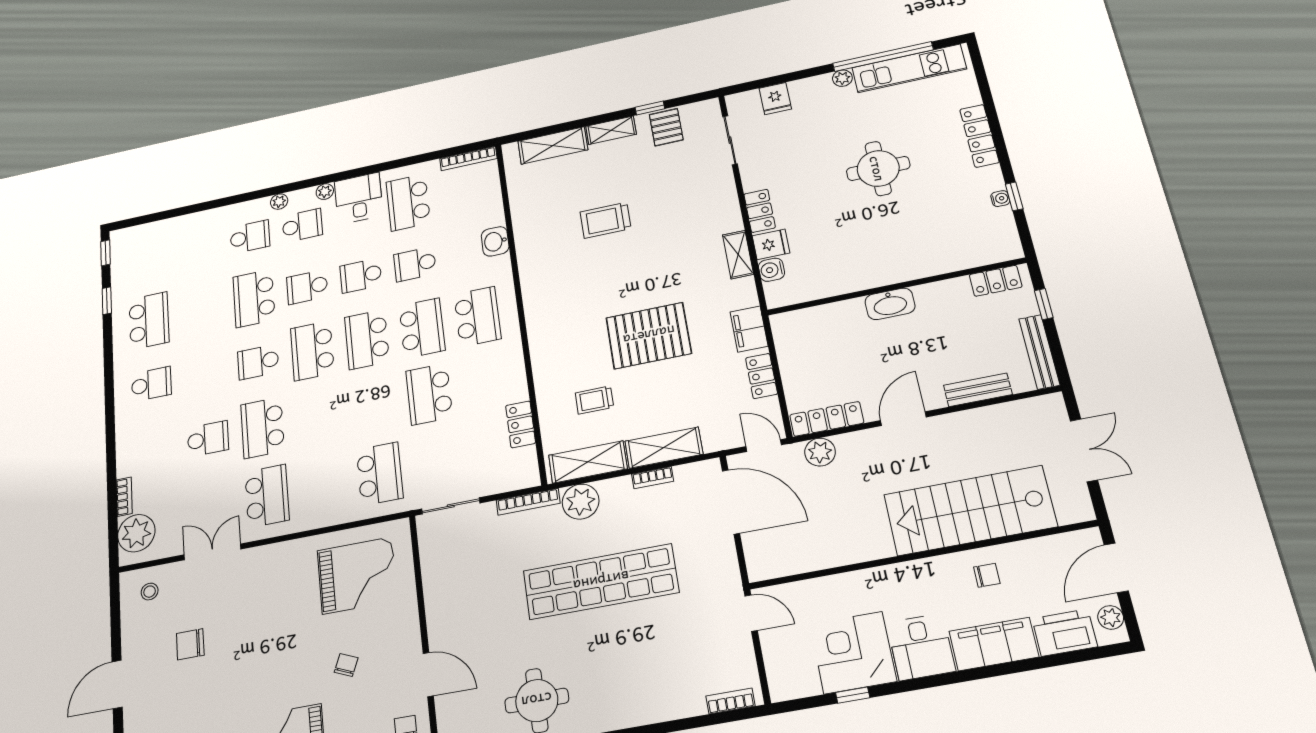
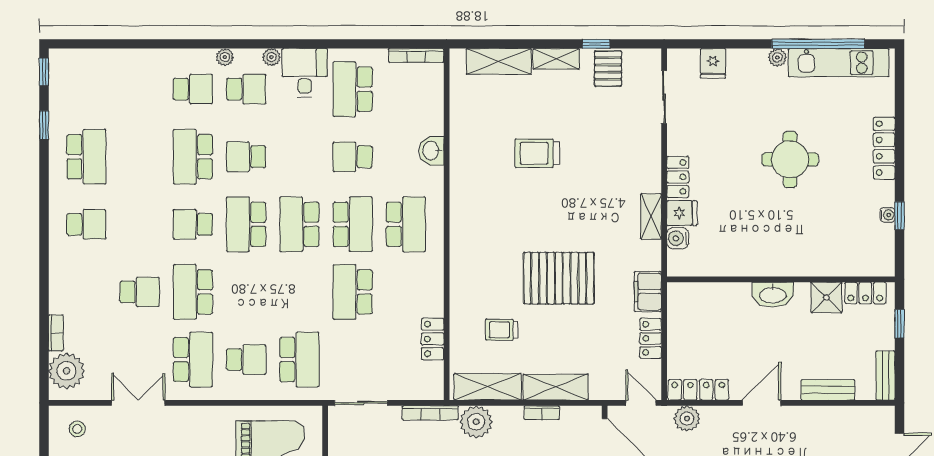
school desk: (361, 276) -> (246, 360), moved, turned 180
shower: (952, 294) -> (826, 297), added
bench: (1039, 352) -> (885, 375), width x0.73

